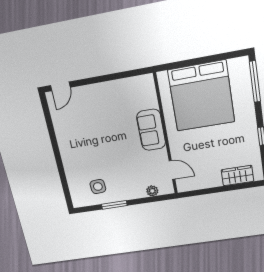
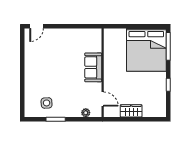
bed: (201, 96) -> (146, 50), moved
wardrobe: (237, 176) -> (131, 111), moved

